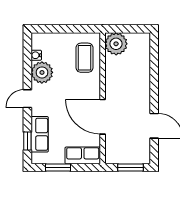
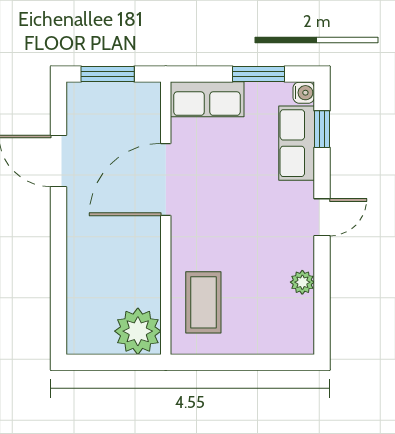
water cooler: (36, 55) -> (304, 93), moved
plant: (42, 72) -> (302, 282), width x0.53, depth x0.53
door: (103, 117) -> (166, 180), swing flipped

